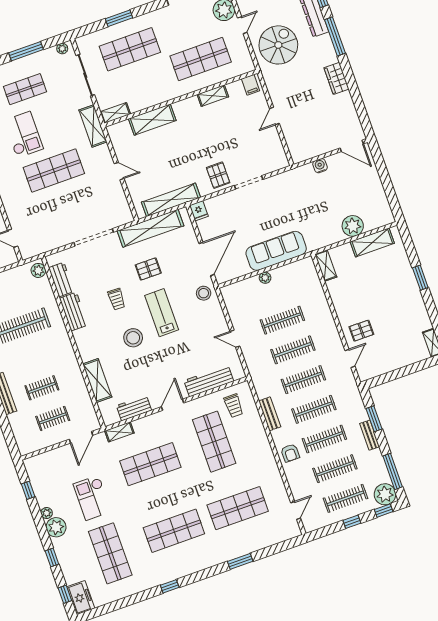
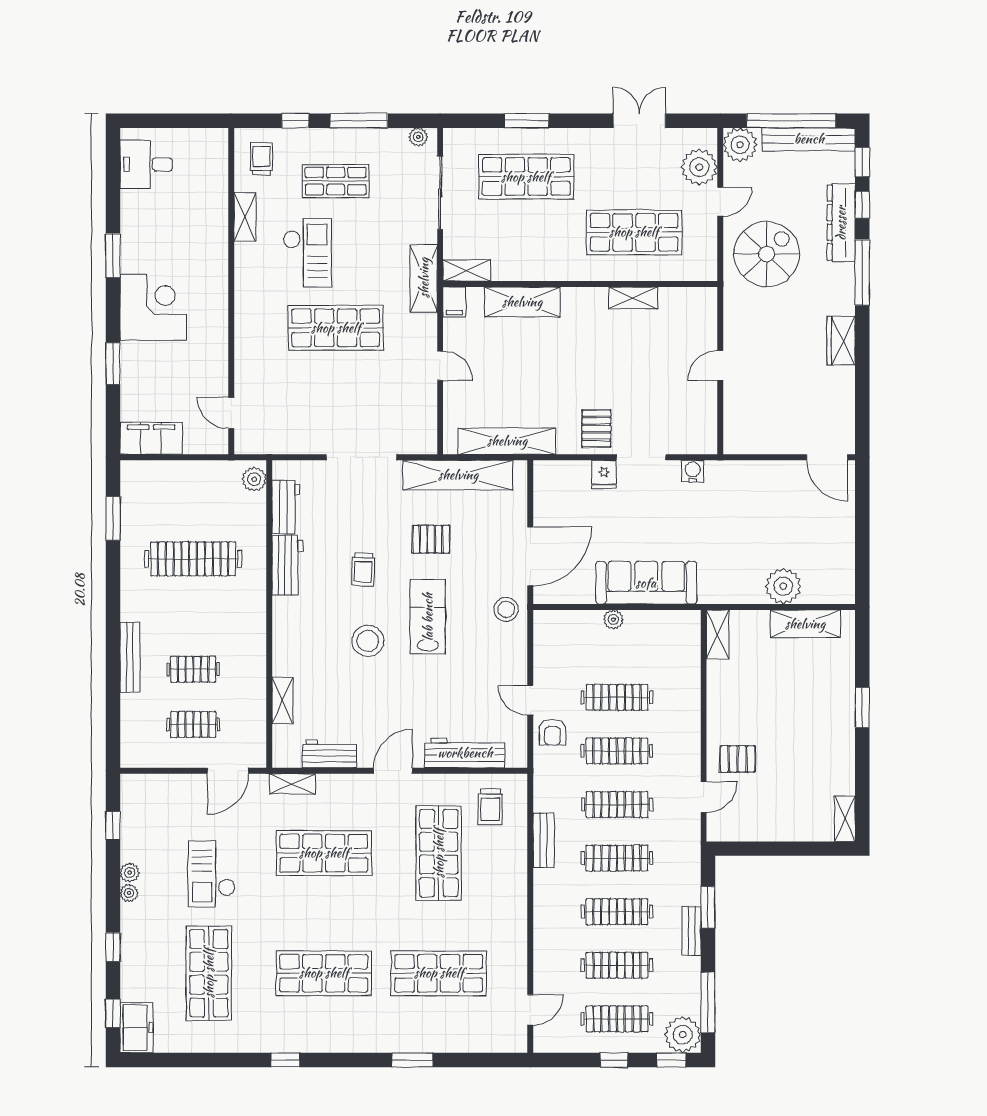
filing cabinet: (251, 85) -> (454, 302), moved
water cooler: (320, 166) -> (693, 471), moved
fridge: (199, 211) -> (604, 475), moved
shelving: (97, 380) -> (283, 701), width x0.67, depth x0.75
armchair: (290, 453) -> (553, 732), moved
plant: (56, 527) -> (129, 893), width x0.53, depth x0.53

